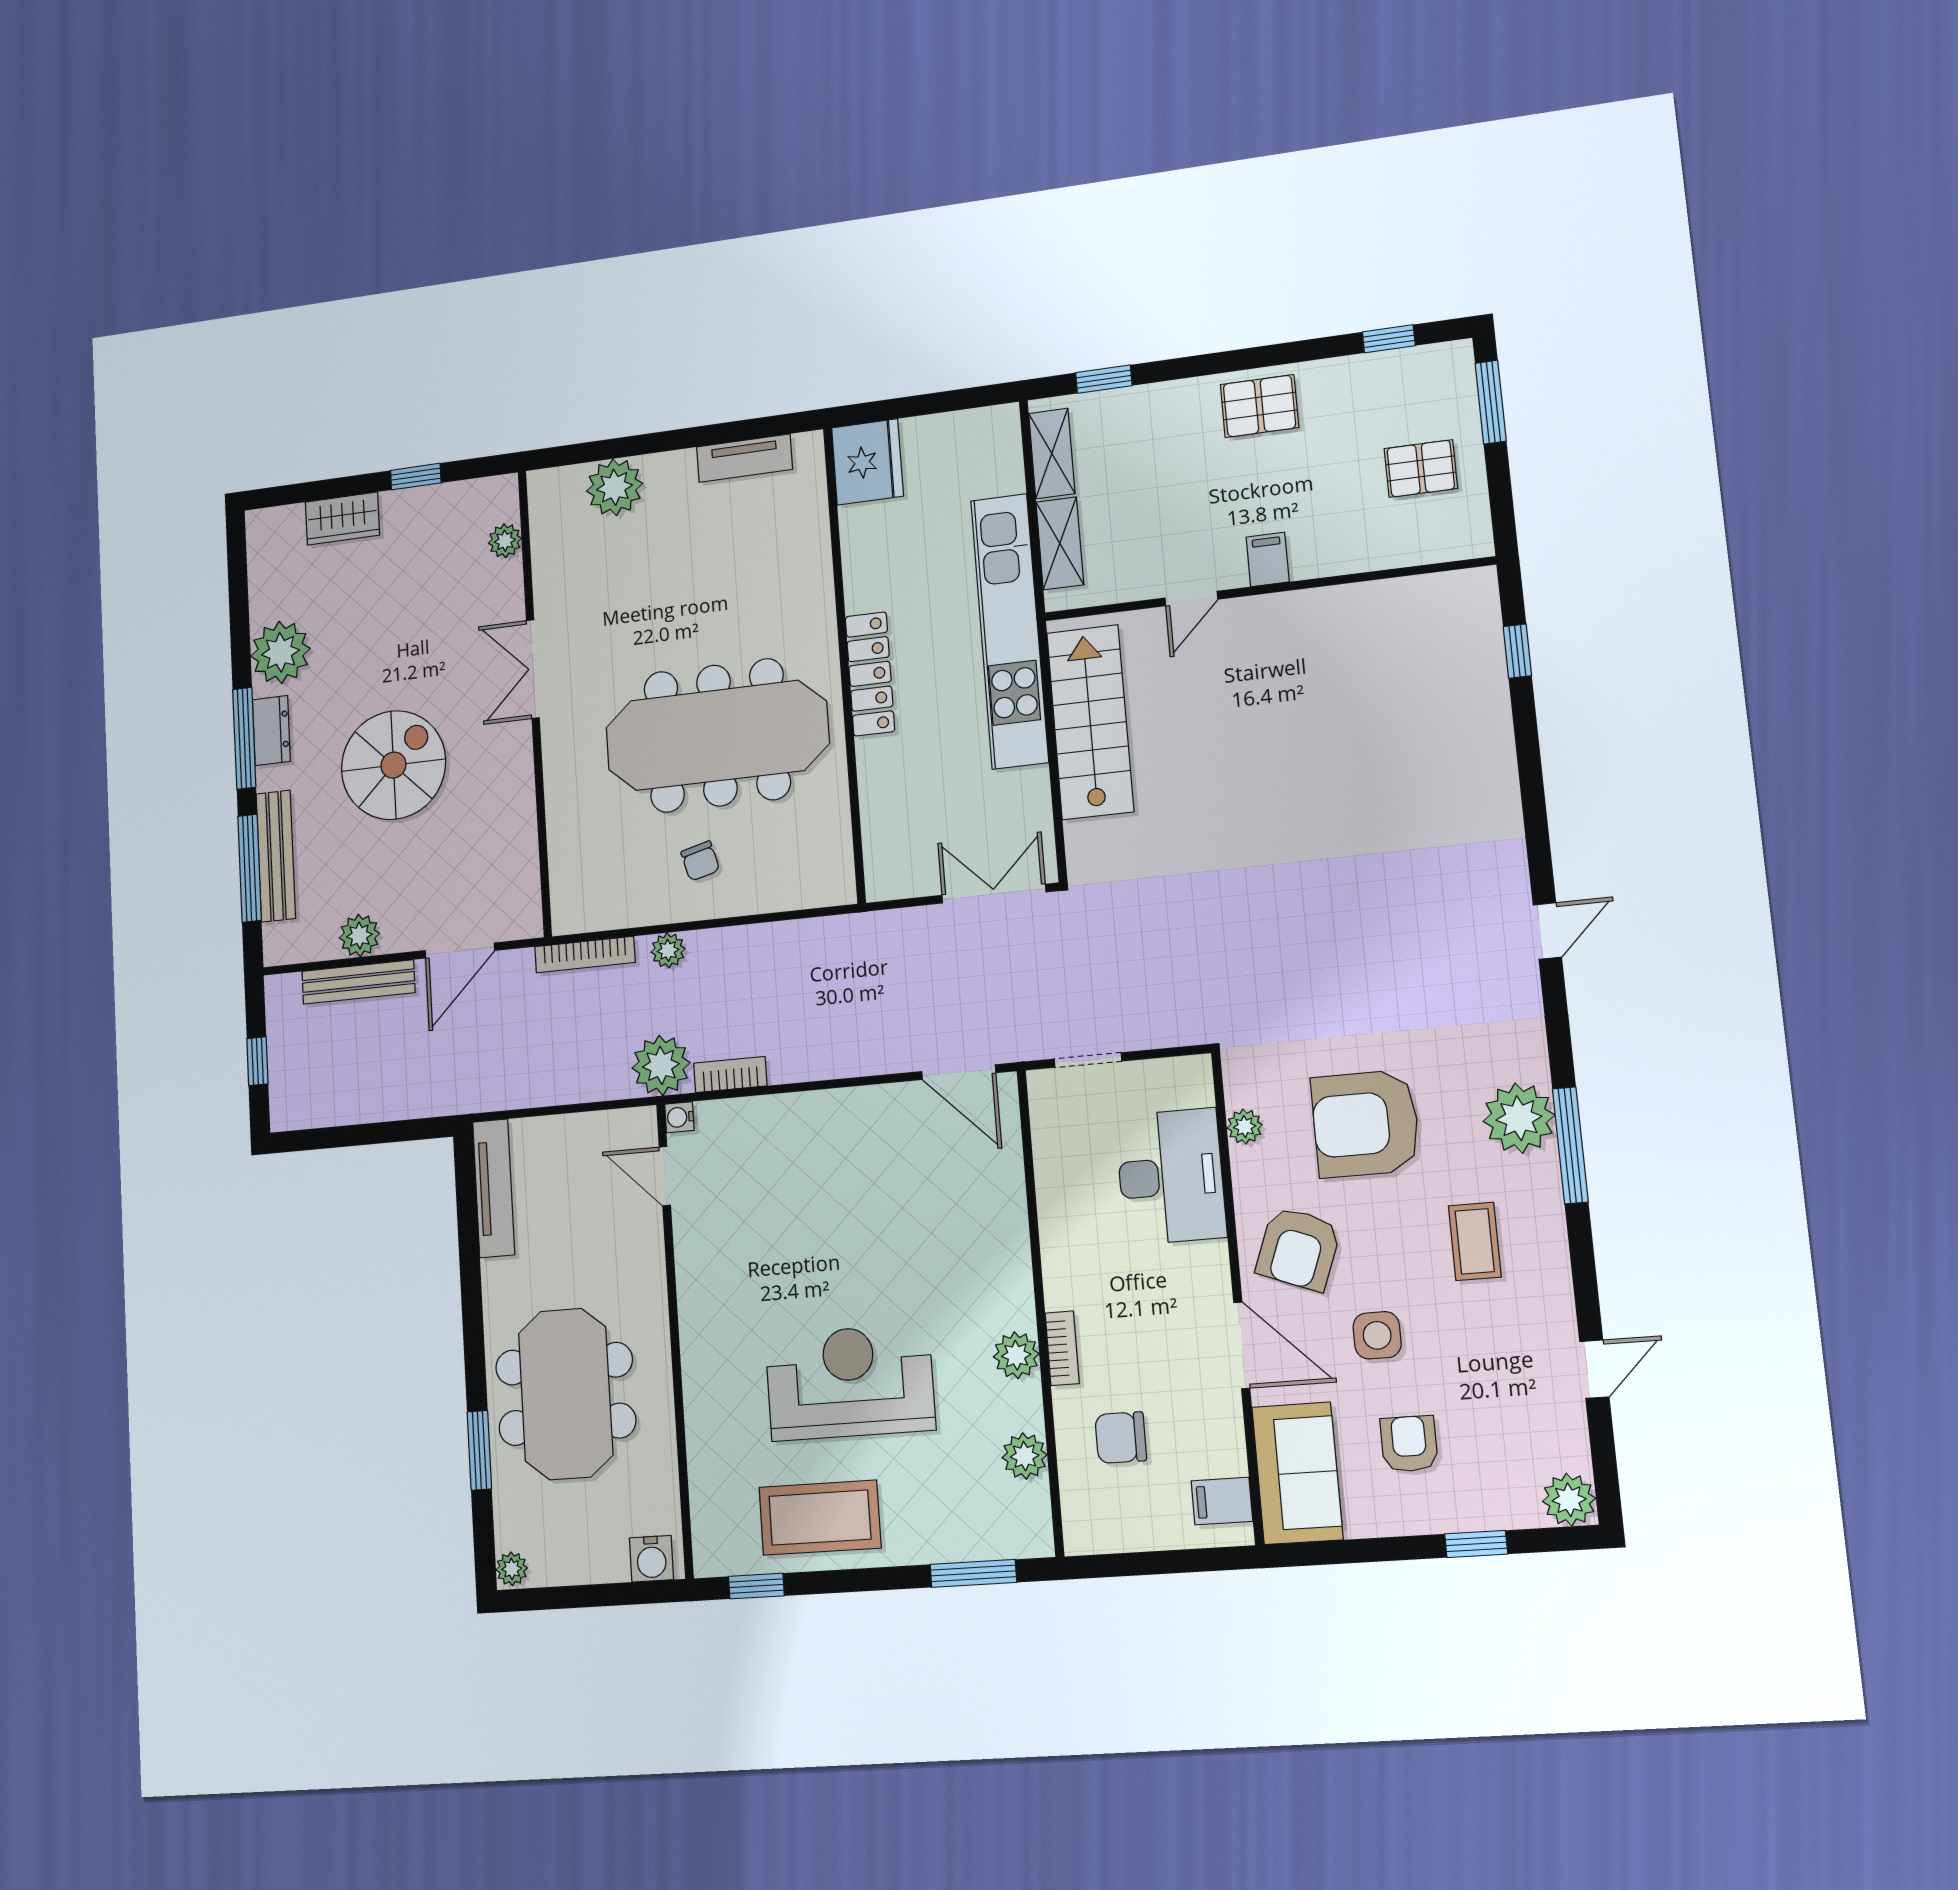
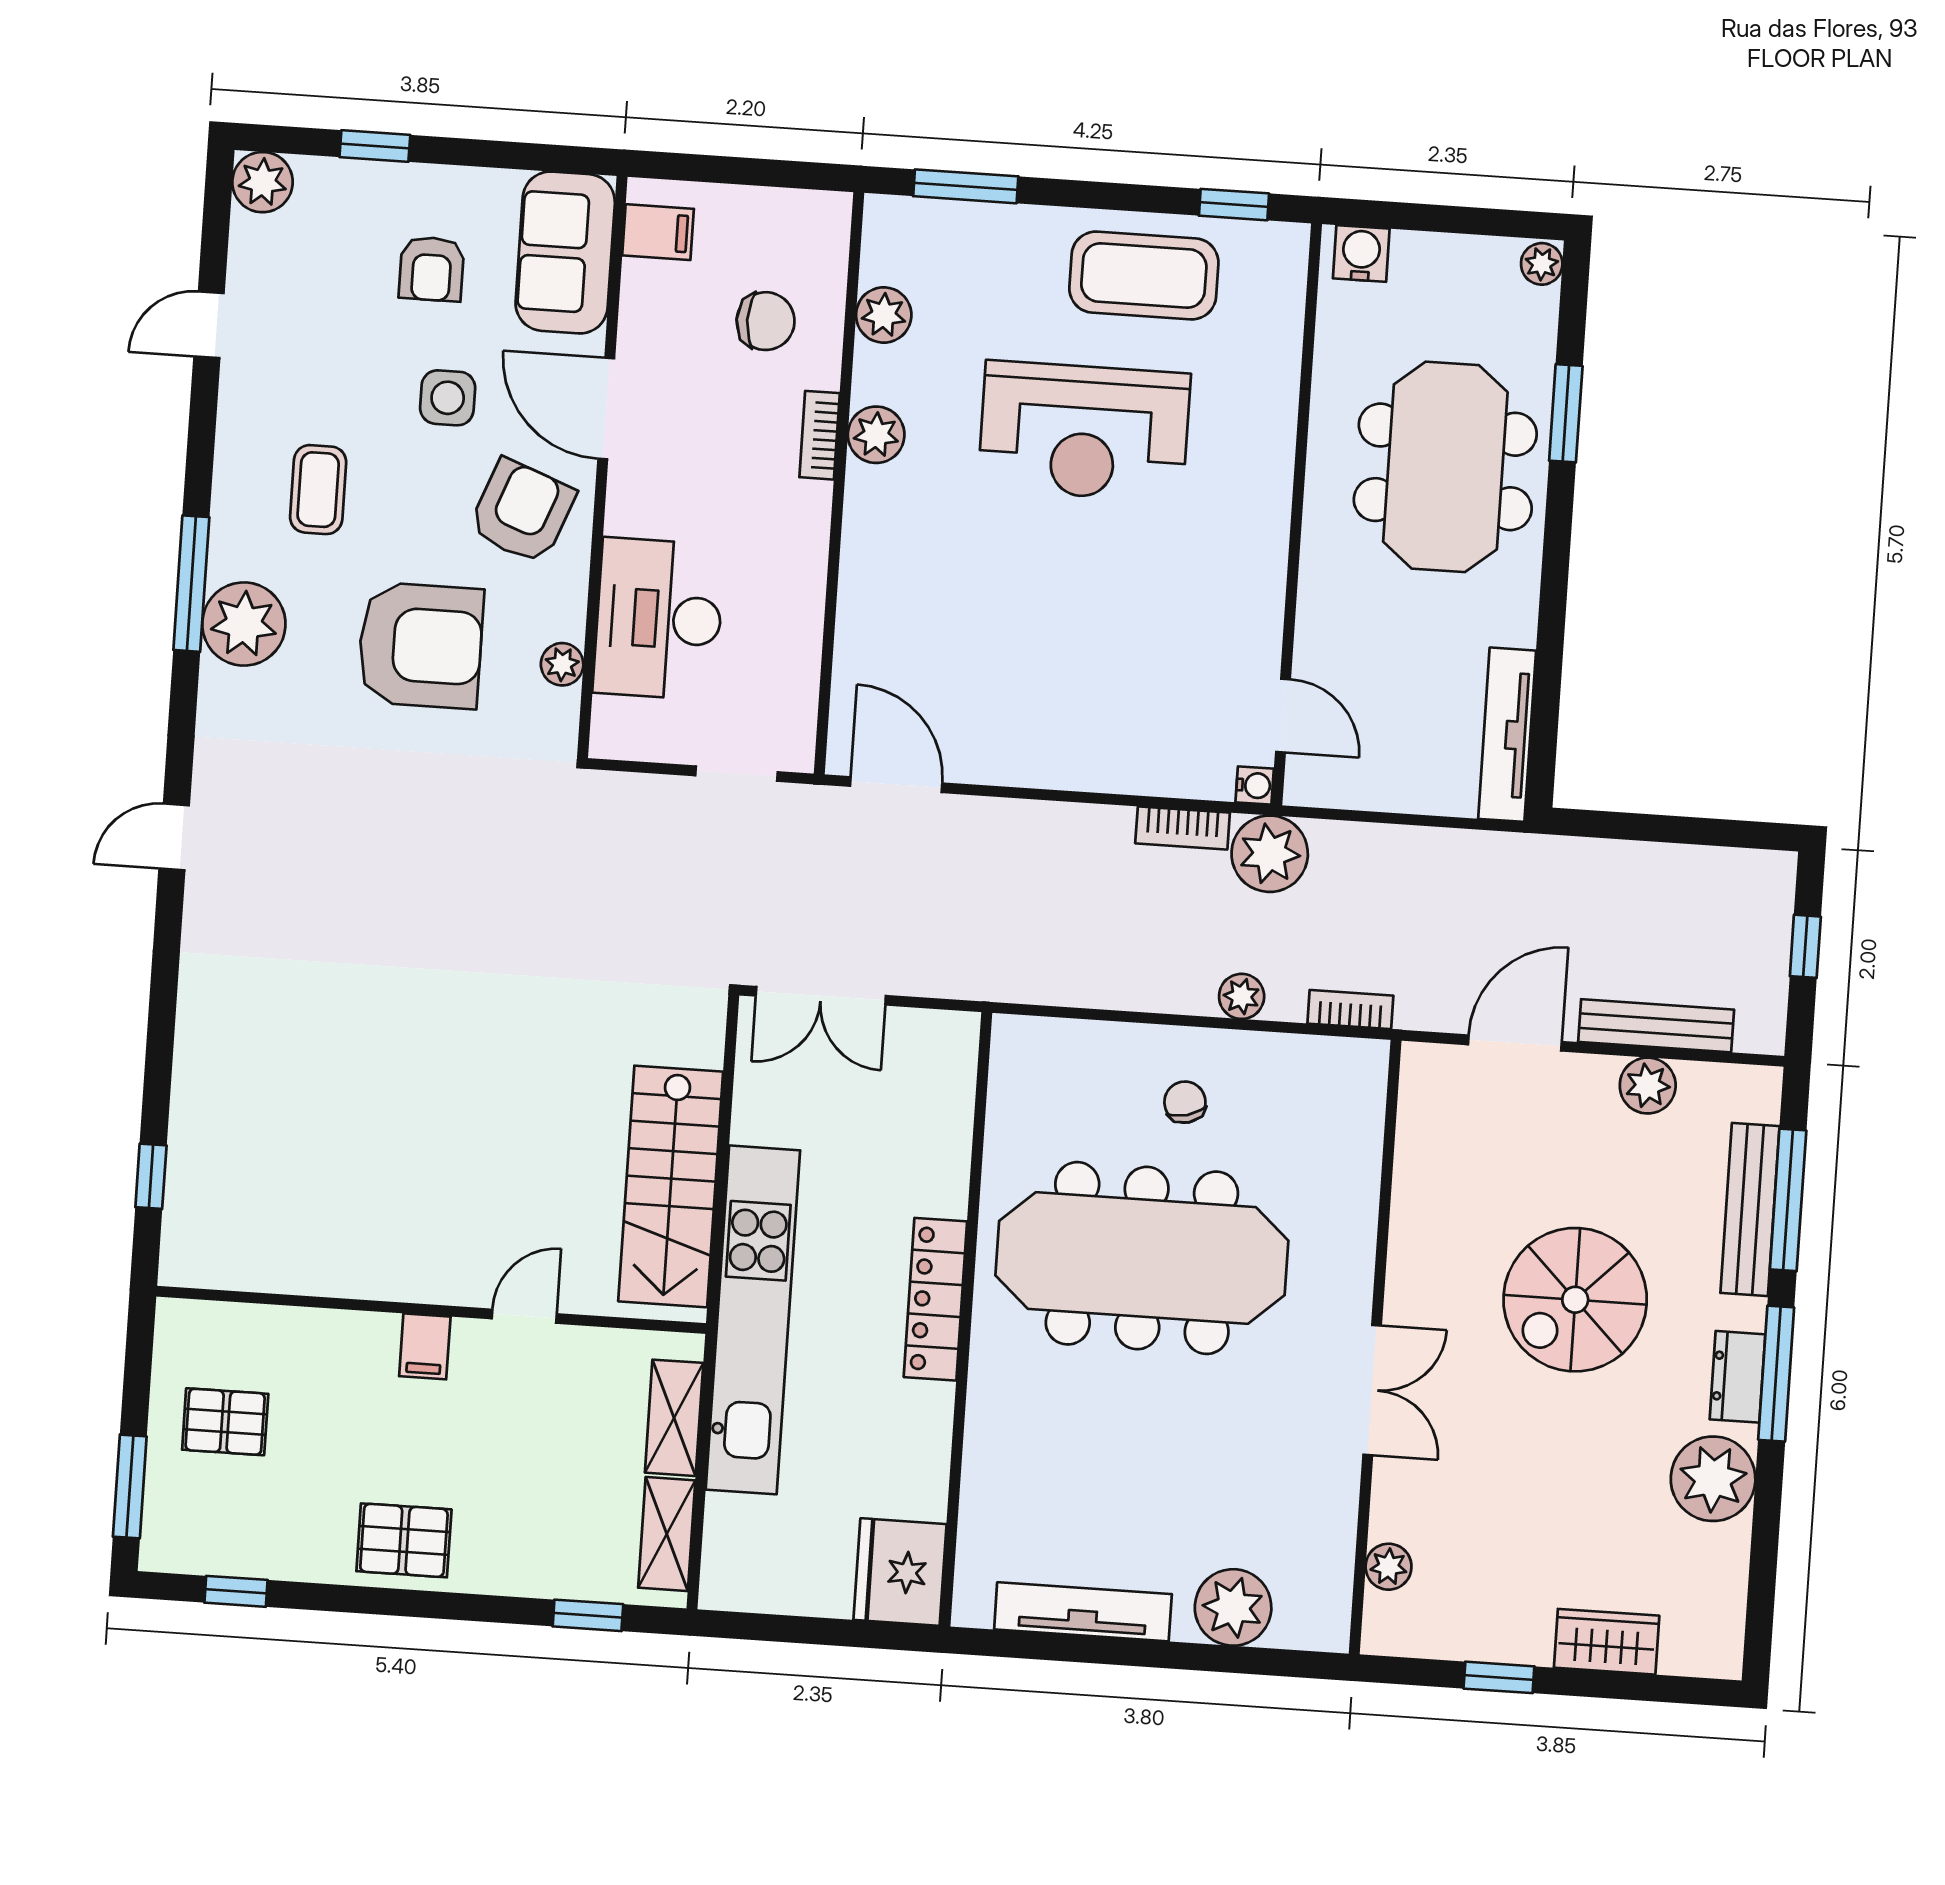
tv unit: (744, 458) -> (1083, 1612), width x1.41
bookcase: (585, 955) -> (1350, 1010), width x0.64

